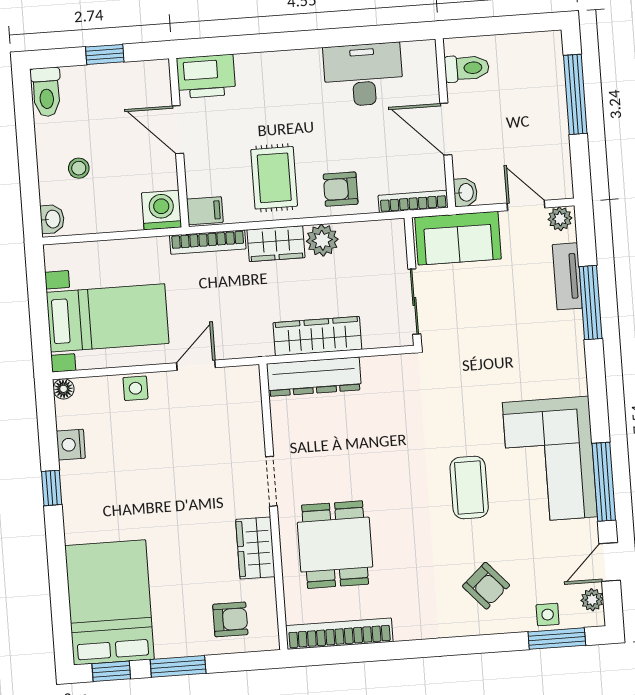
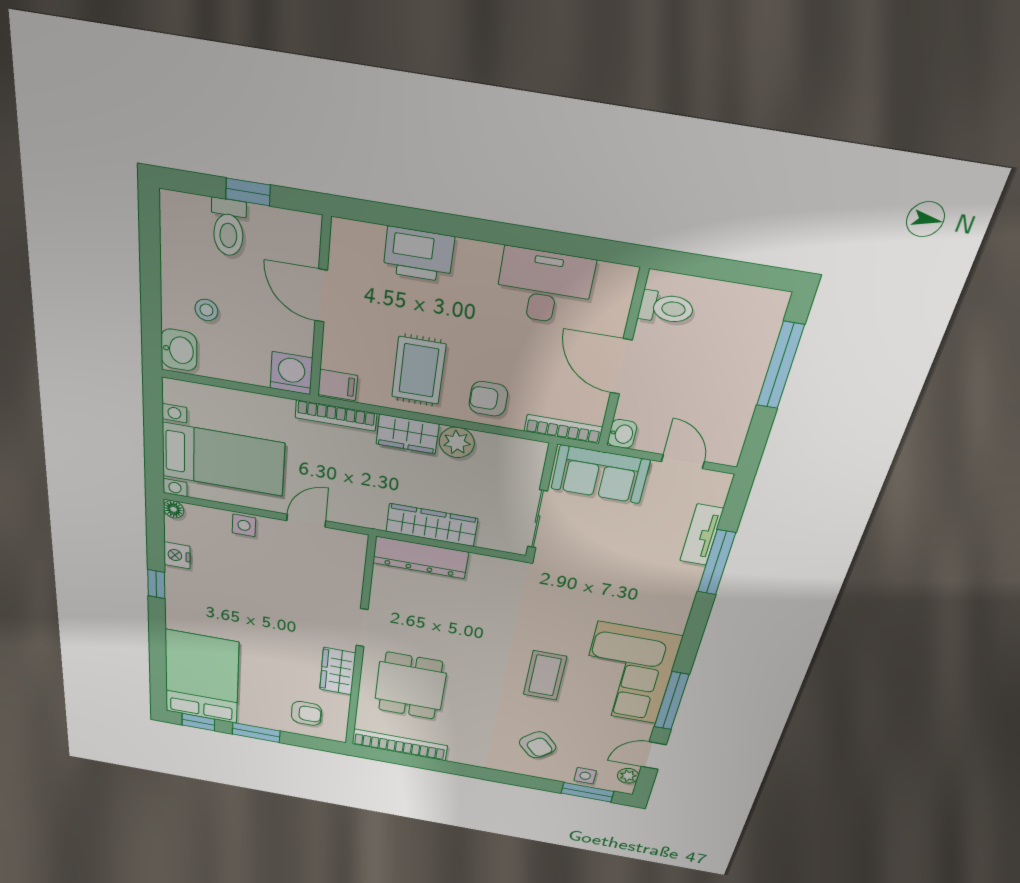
printer: (206, 76) -> (419, 254), moved
toilet: (46, 92) -> (228, 228), moved
washbasin: (52, 219) -> (179, 350), width x1.38, depth x1.45
plant: (560, 219) -> (715, 482), removed

